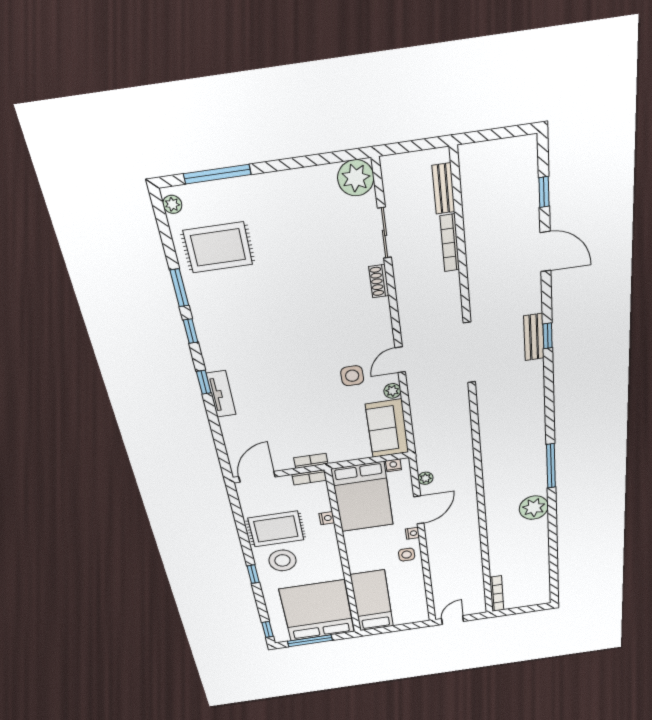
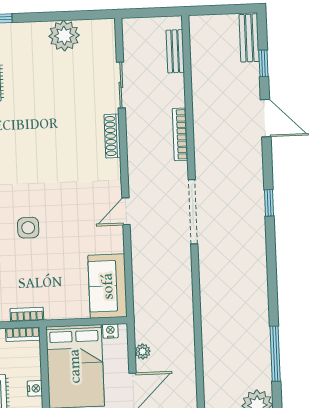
plant: (356, 178) -> (64, 36), moved
bookcase: (450, 243) -> (180, 134), moved
shoe rack: (379, 281) -> (112, 136), width x1.43
bench: (534, 337) -> (249, 38), moved
side table: (352, 376) -> (28, 228), moved
plant: (392, 391) -> (116, 244), removed

